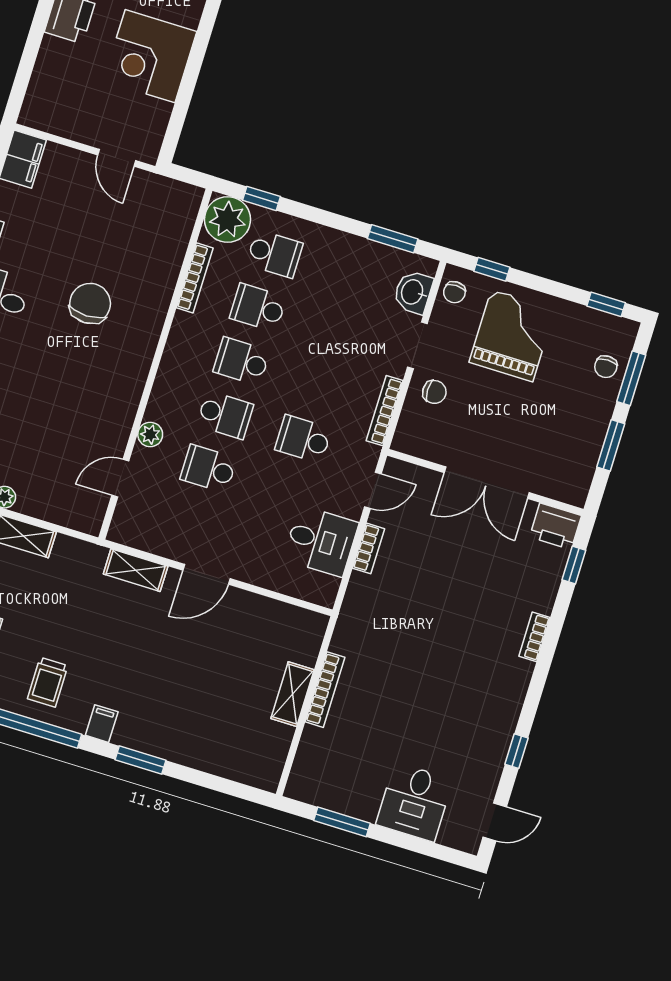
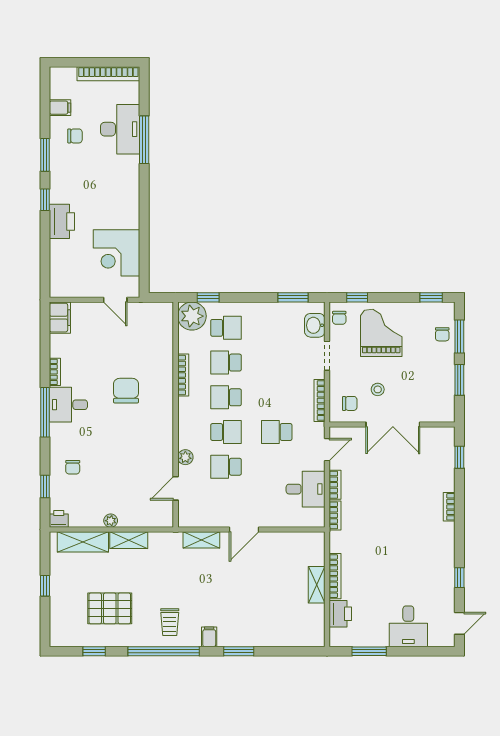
corner desk: (150, 56) -> (116, 253), moved
bookcase: (195, 278) -> (183, 375), moved
chair: (434, 392) -> (350, 403), moved
stool: (480, 421) -> (378, 389), added
printer: (555, 526) -> (340, 614), moved, turned -90
bookcase: (354, 596) -> (335, 515), added

